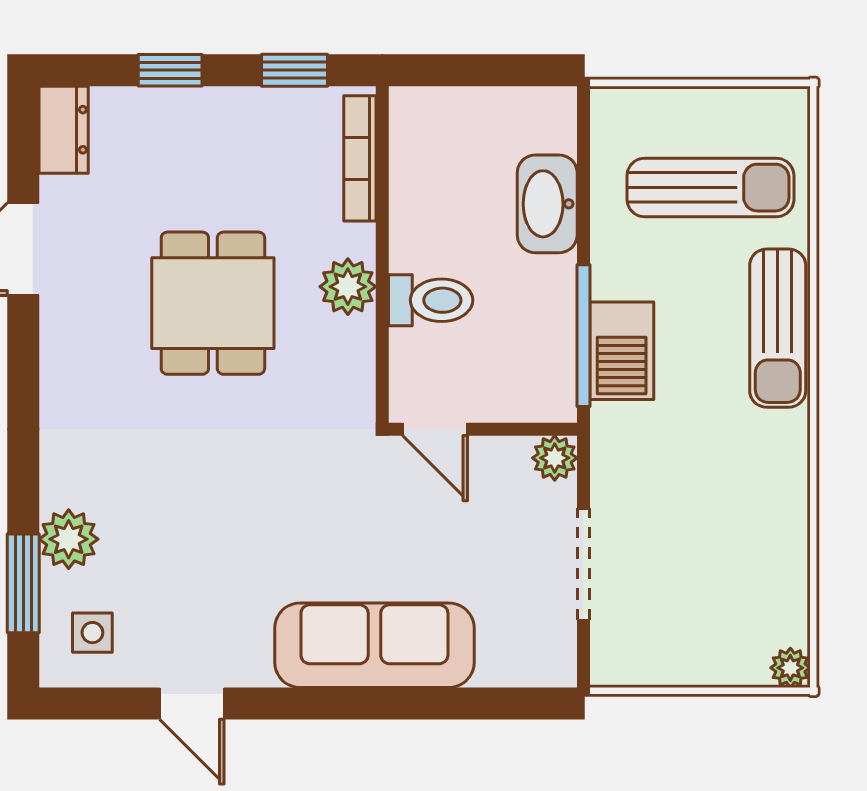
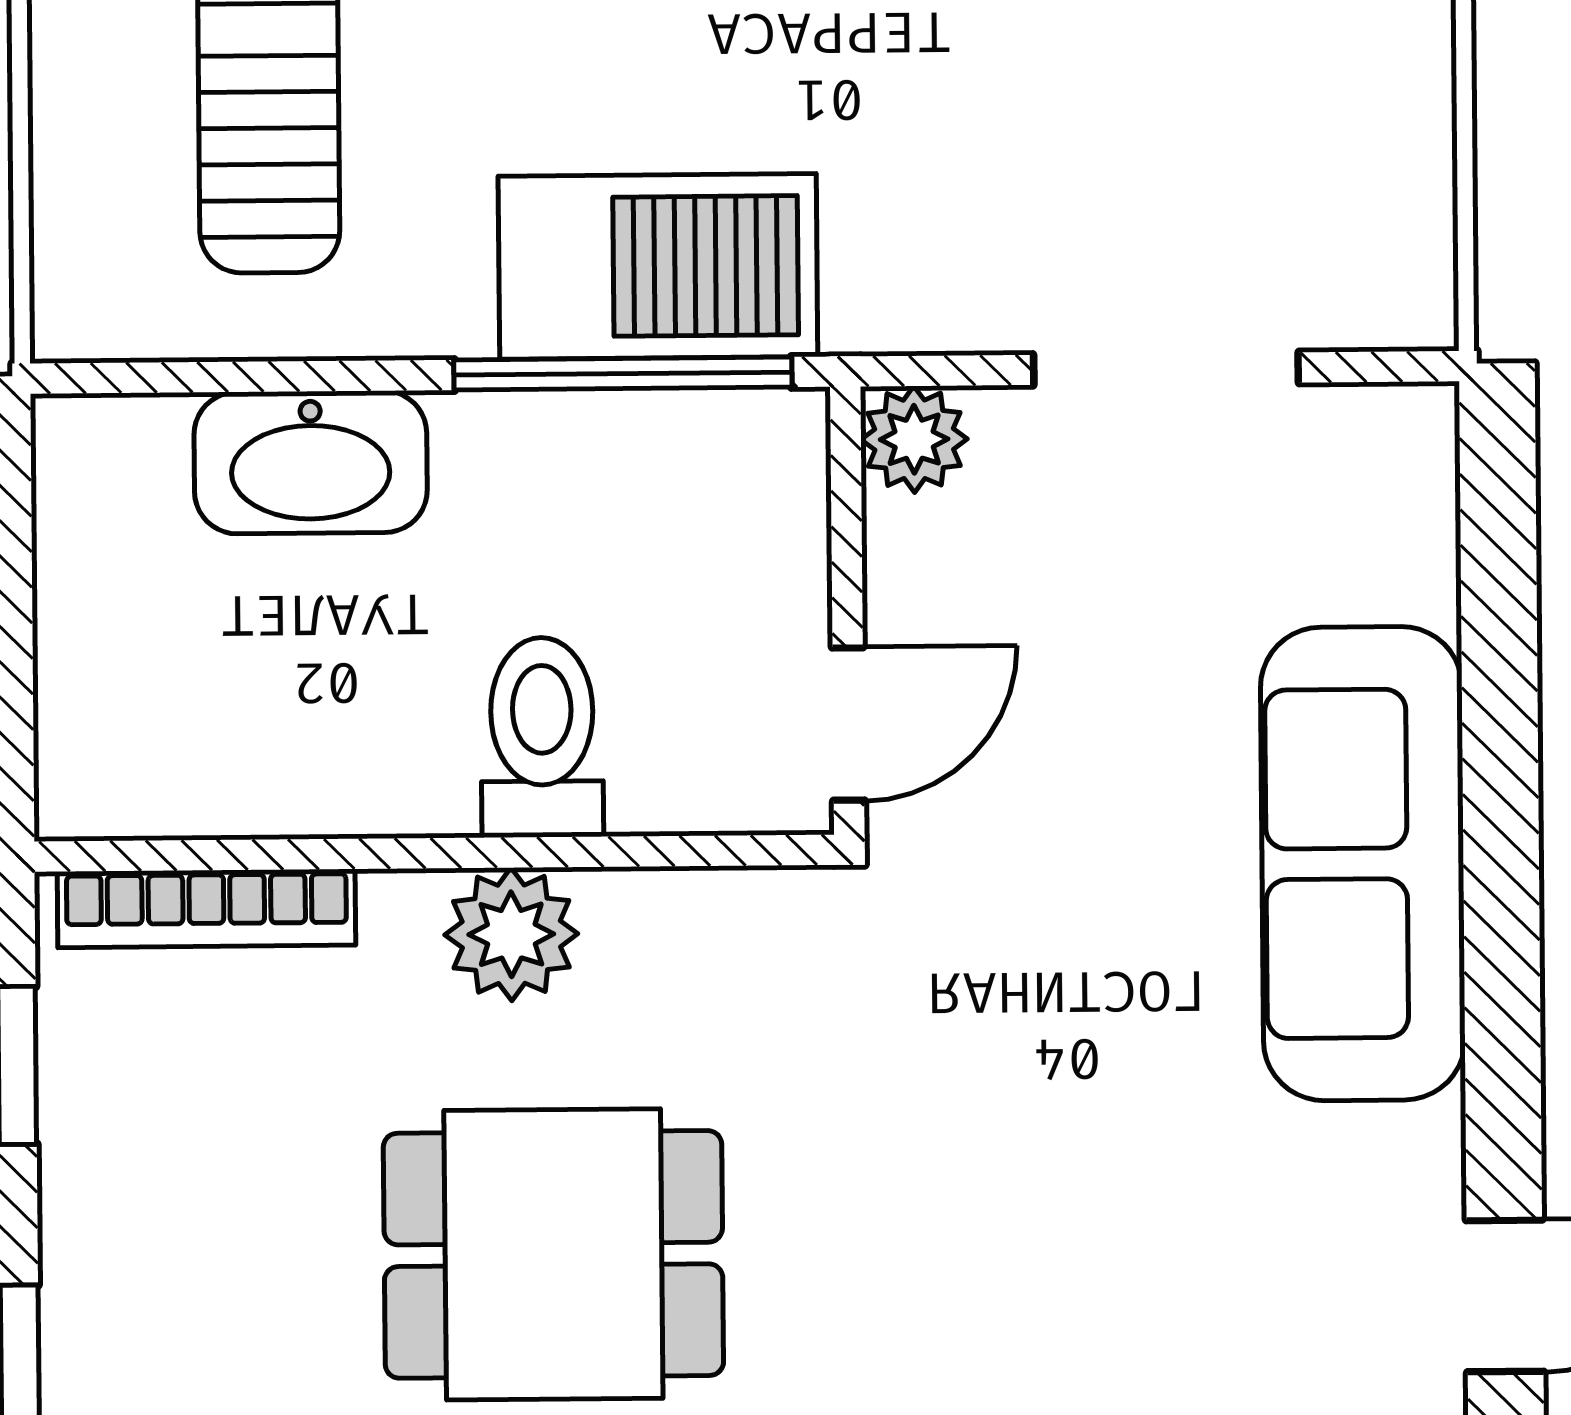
barbecue: (622, 351) -> (658, 266), width x1.37, depth x1.21

